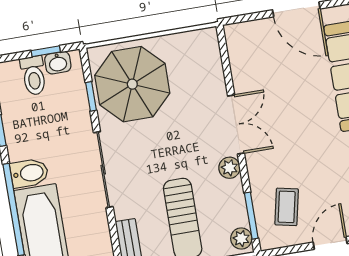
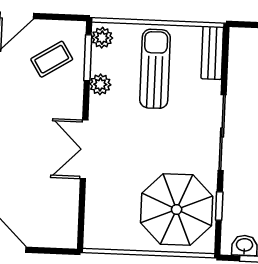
plant: (229, 168) -> (100, 84), moved
coffee table: (287, 207) -> (52, 59), turned 46

